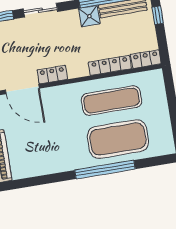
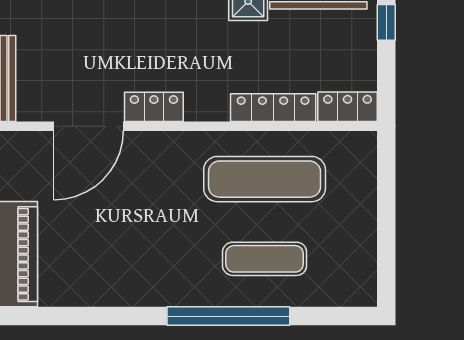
door: (22, 89) -> (89, 126), hinge flipped
exercise mat: (118, 139) -> (265, 259), width x0.50, depth x0.69

